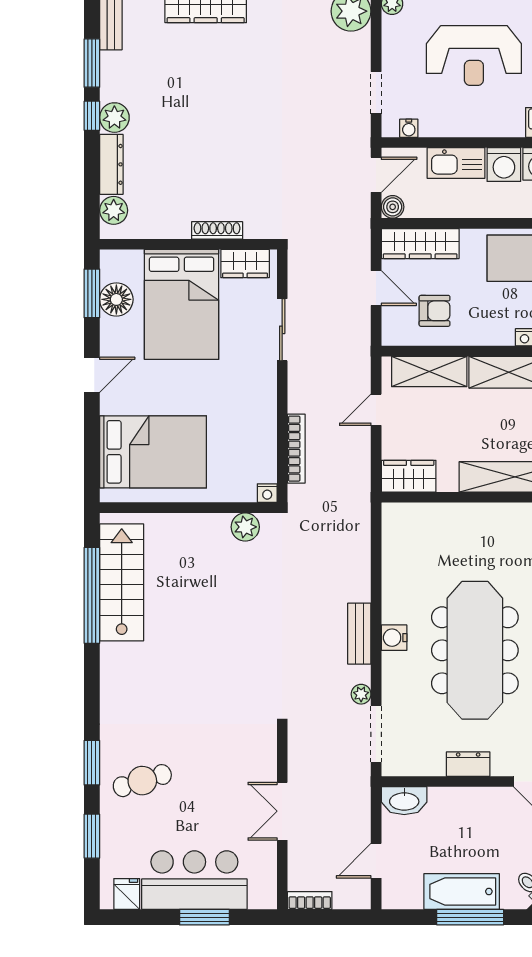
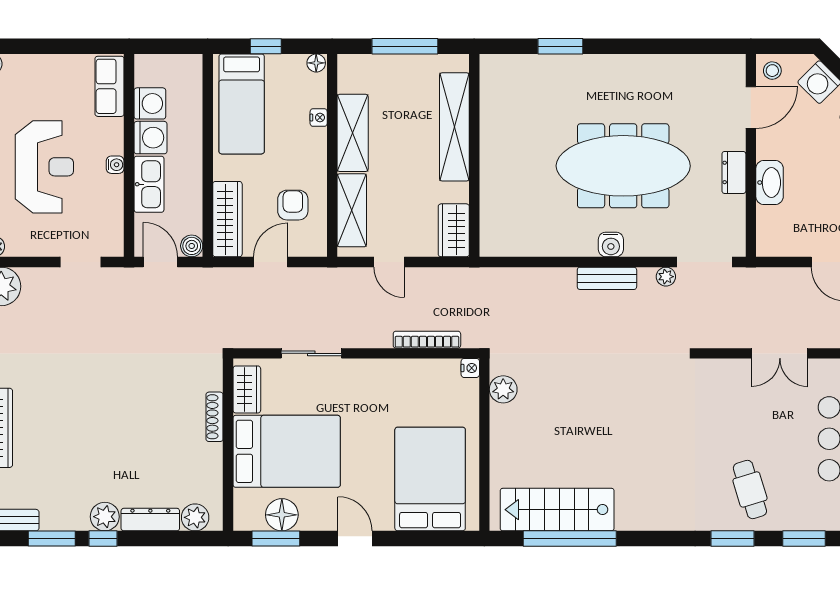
water cooler: (409, 128) -> (115, 165), moved
washbasin: (404, 801) -> (770, 182), moved

